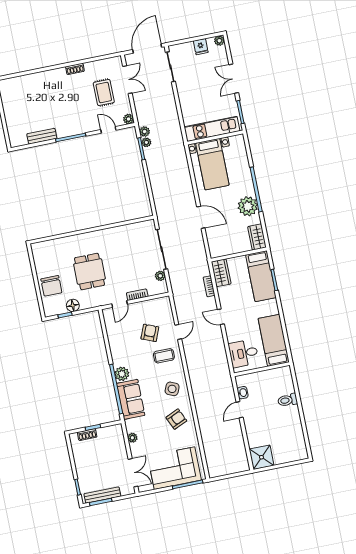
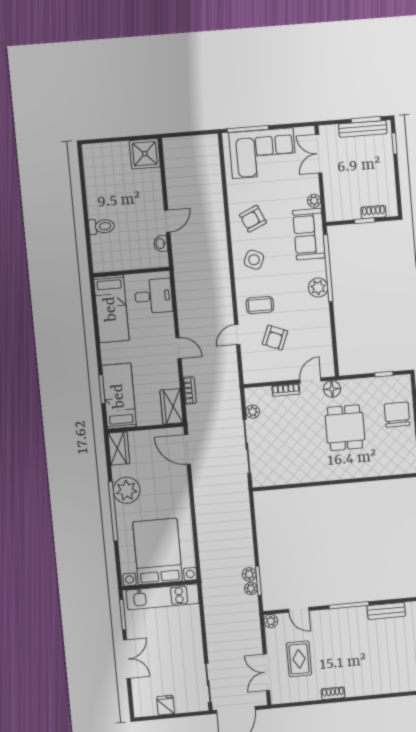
plant: (219, 41) -> (140, 710), removed
plant: (145, 132) -> (249, 574), moved
bed with nightstands: (212, 164) -> (158, 552), width x1.36
door: (201, 217) -> (187, 450), moved
floor lamp: (73, 305) -> (332, 389), moved
sofa: (131, 399) -> (309, 234), moved

